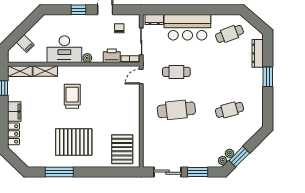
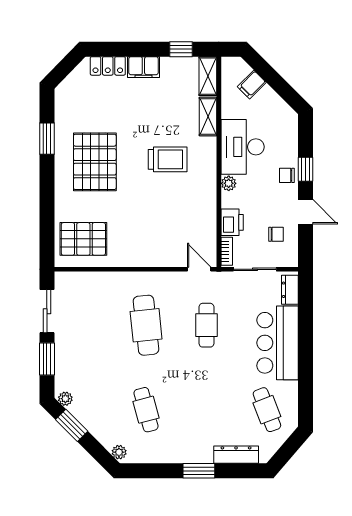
chair: (82, 21) -> (287, 175), added
plant: (230, 153) -> (119, 452), moved
window: (59, 172) -> (47, 139), width x0.69

